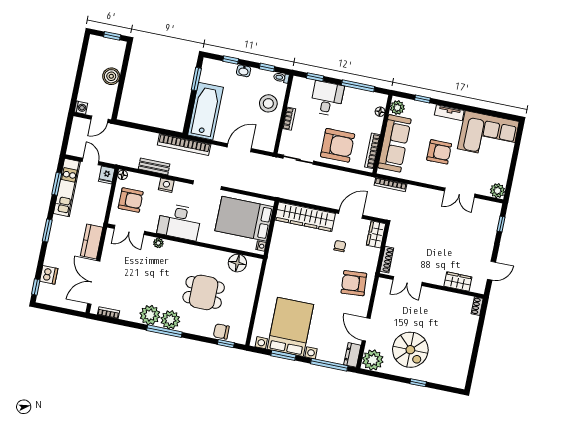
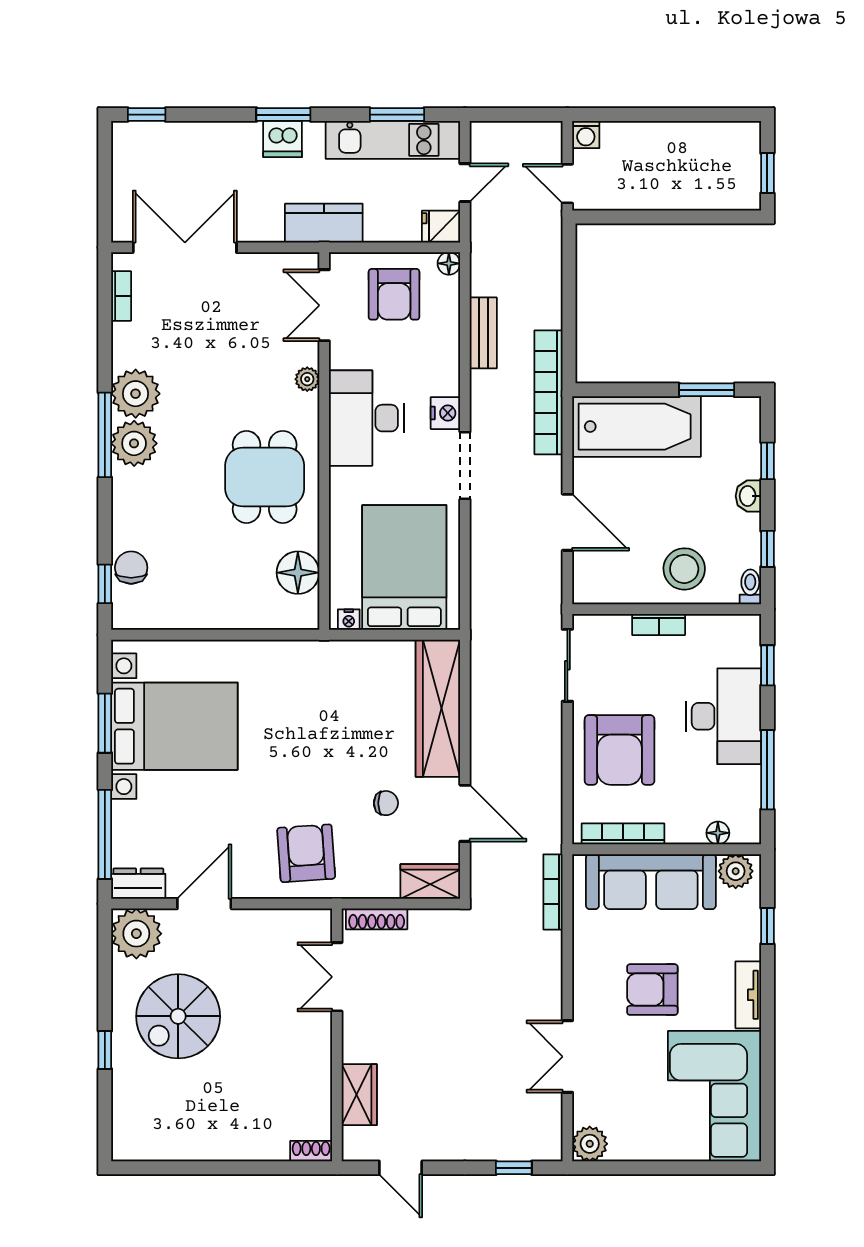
boiler: (111, 76) -> (673, 190), removed
desk: (327, 99) -> (723, 716), width x1.37
armchair: (439, 152) -> (652, 990), turned 90
nightstand: (166, 185) -> (445, 413), moved
kitchen counter: (92, 242) -> (324, 223), moved
dishwasher: (49, 275) -> (283, 139), moved
dining table: (204, 292) -> (265, 477), moved

